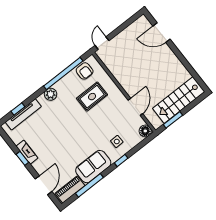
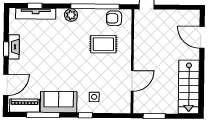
armchair: (85, 71) -> (114, 18), turned 90
stairs: (179, 100) -> (189, 87), moved, turned -90
floor lamp: (145, 131) -> (124, 107), removed

